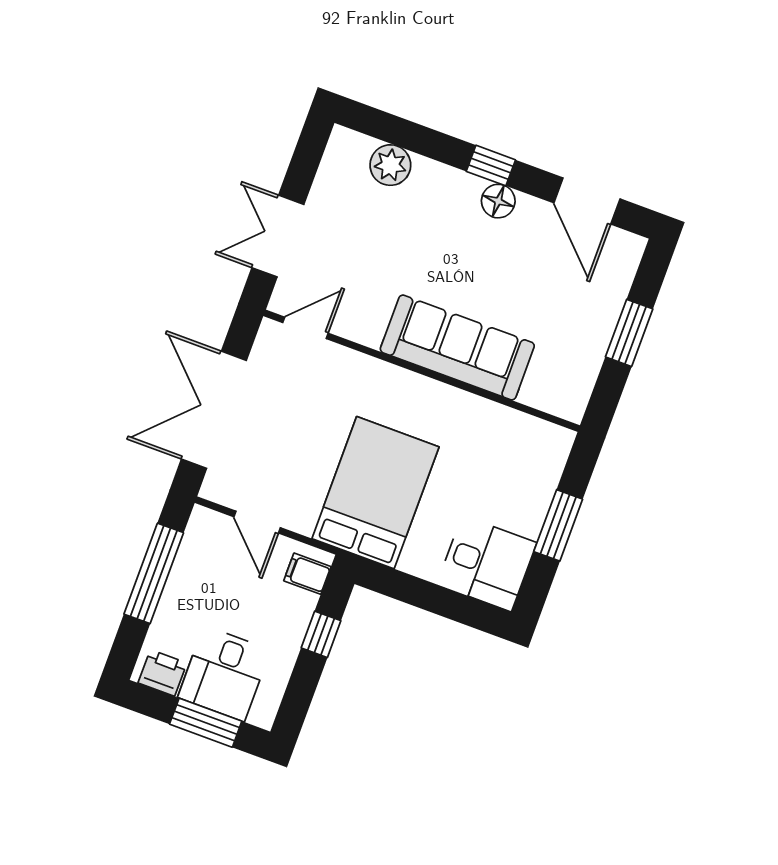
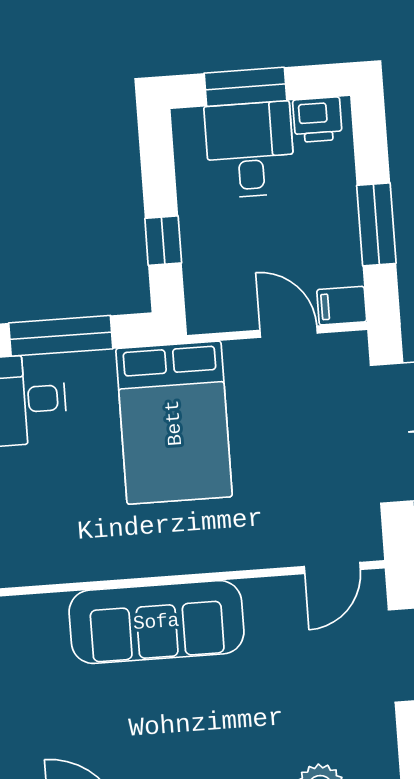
window: (154, 573) -> (376, 224), width x0.69
filing cabinet: (307, 574) -> (342, 306), moved, turned 180
window: (431, 597) -> (61, 336), added

